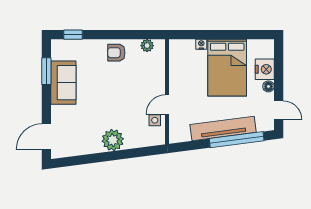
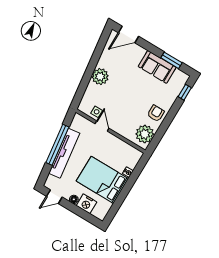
plant: (147, 46) -> (145, 134), width x1.88, depth x1.88
door: (46, 137) -> (129, 34), swing flipped
window: (237, 140) -> (57, 145), moved

